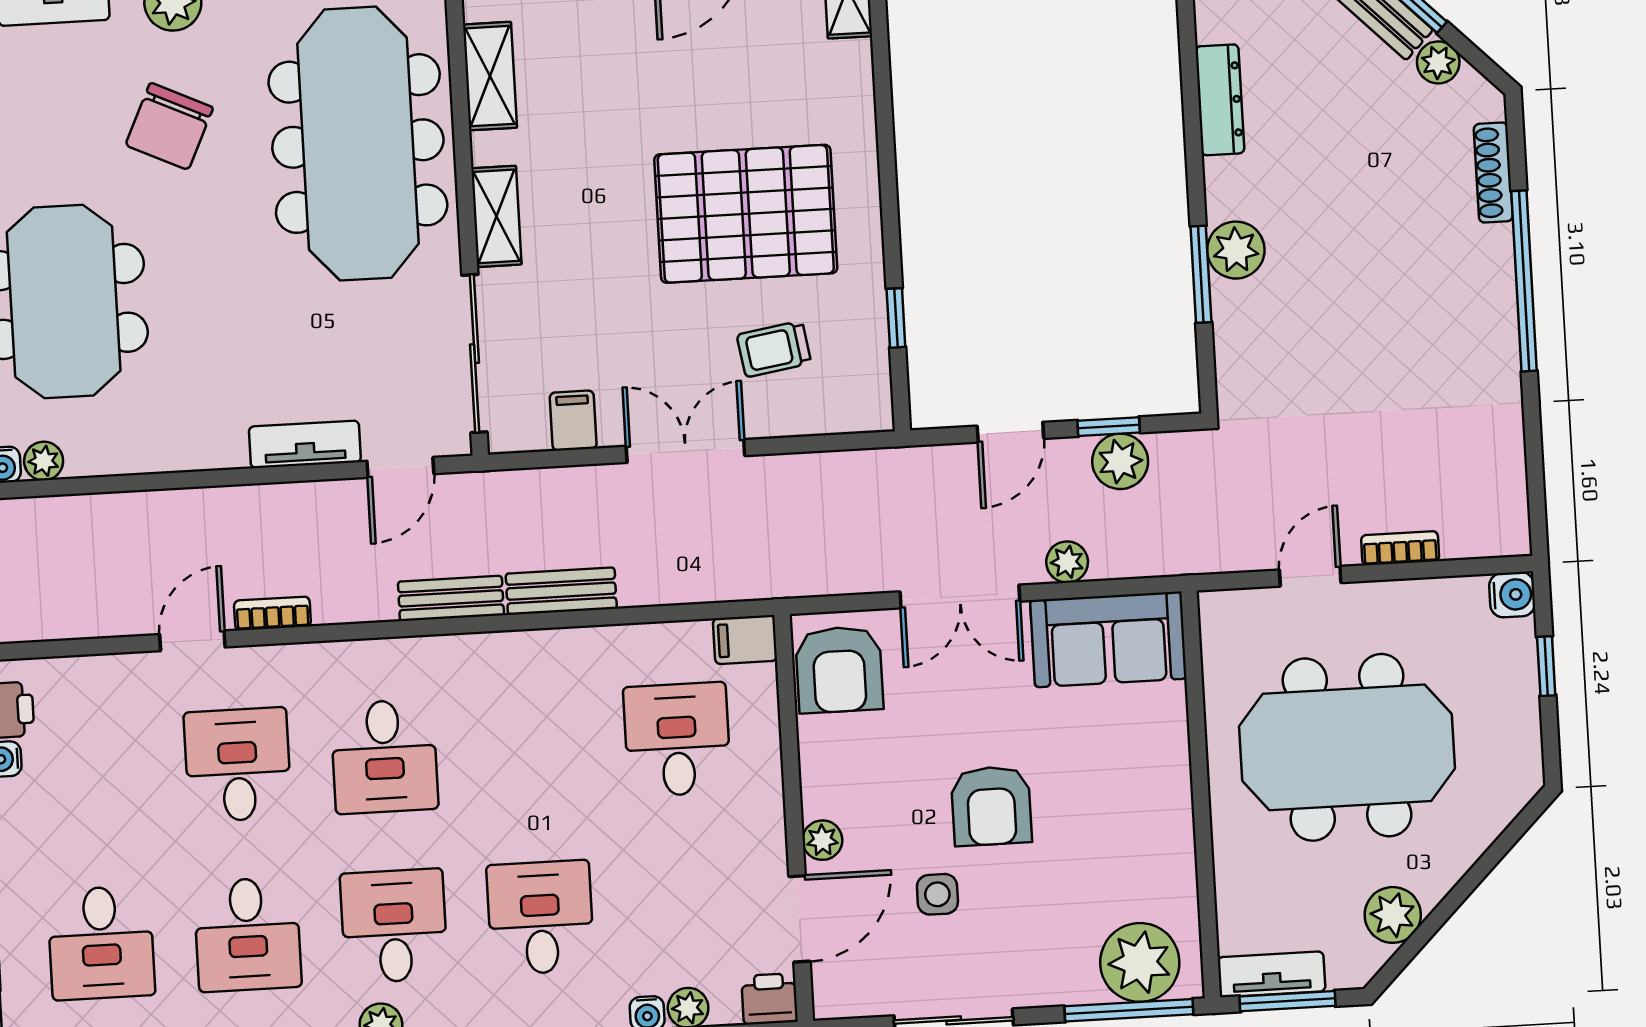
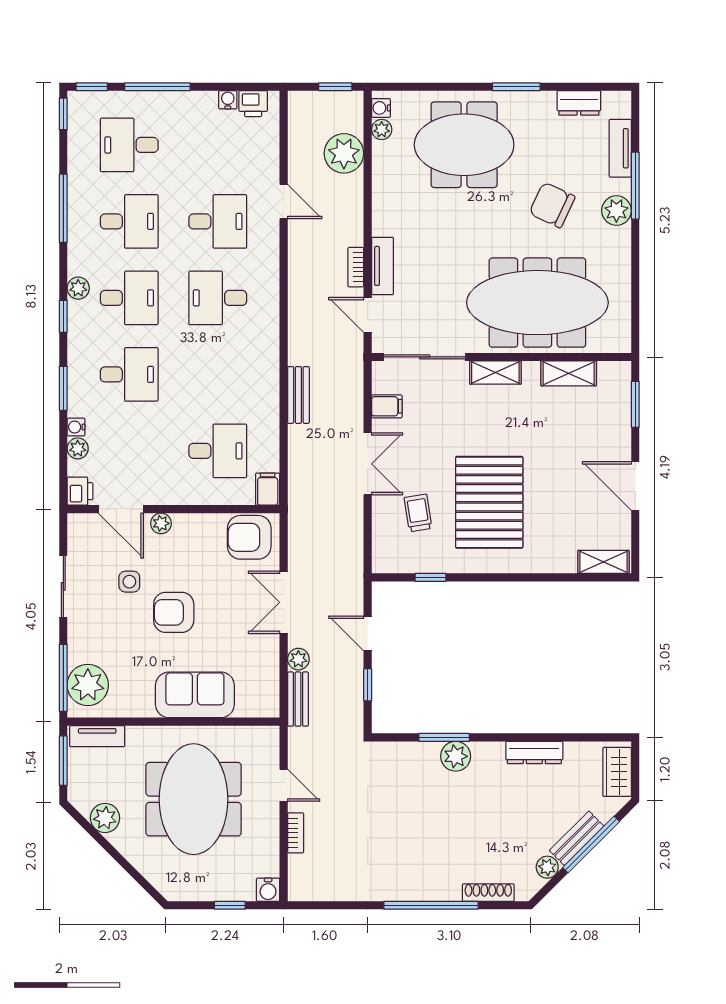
plant: (1120, 461) -> (344, 153), moved, width x1.36, depth x1.36
bench: (451, 598) -> (298, 699), moved
bookcase: (272, 613) -> (356, 267), moved, turned 180
sofa: (1108, 639) -> (195, 695), moved, turned 90
desk: (248, 934) -> (129, 221), turned 180
tv unit: (1272, 974) -> (97, 736), moved, turned 90

